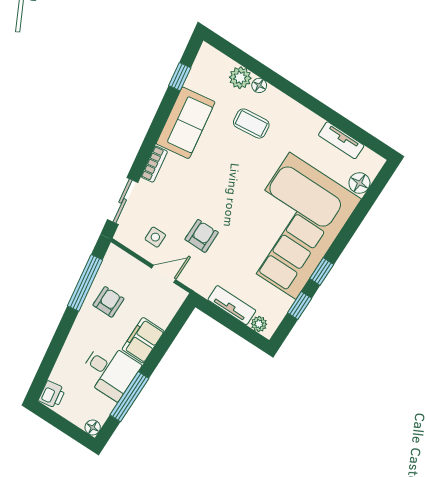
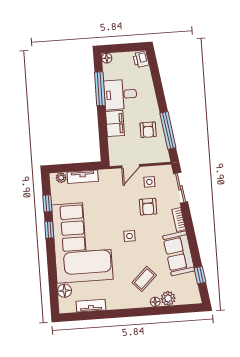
coffee table: (251, 124) -> (144, 279), turned -38
side table: (230, 189) -> (130, 236), added
armchair: (202, 236) -> (148, 207), moved

